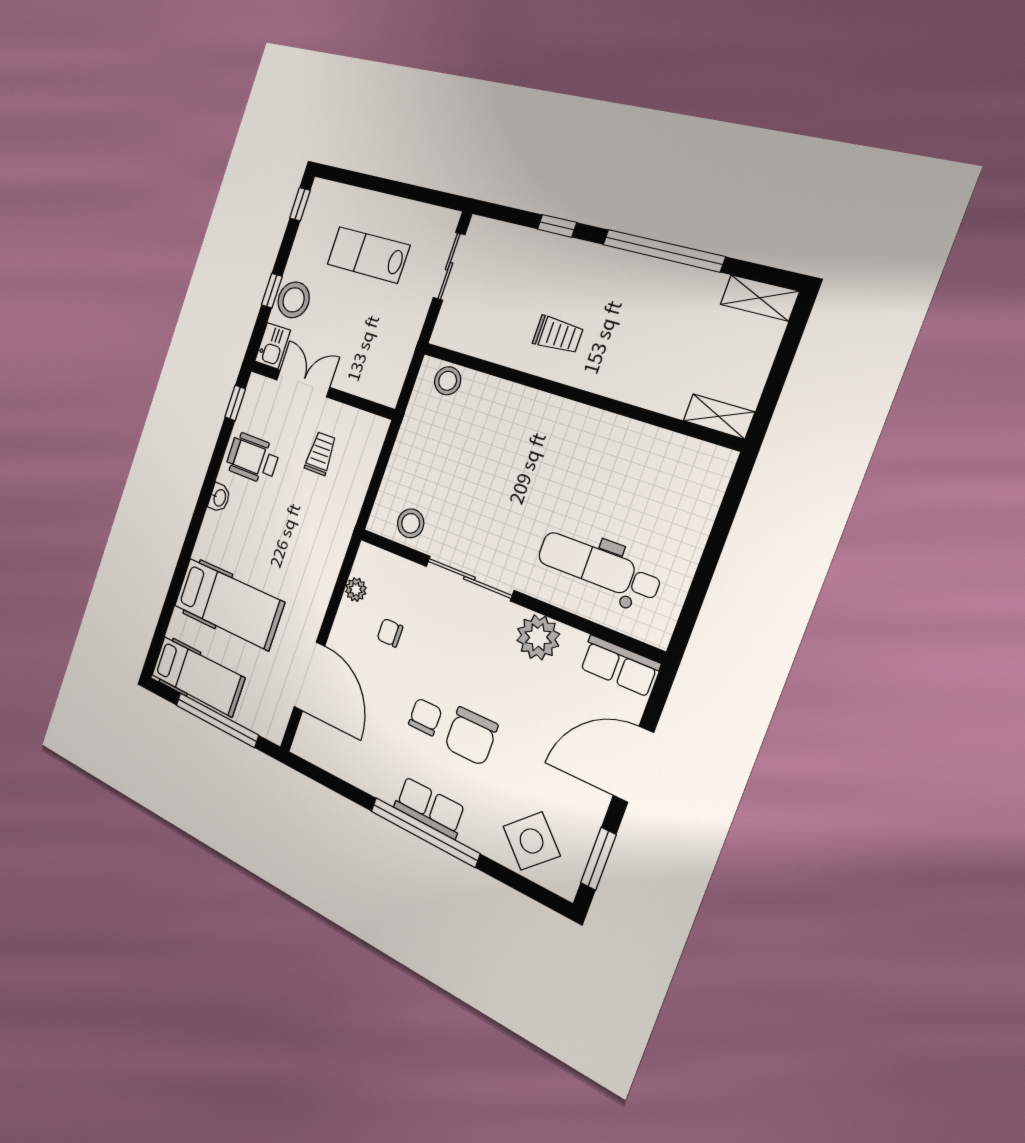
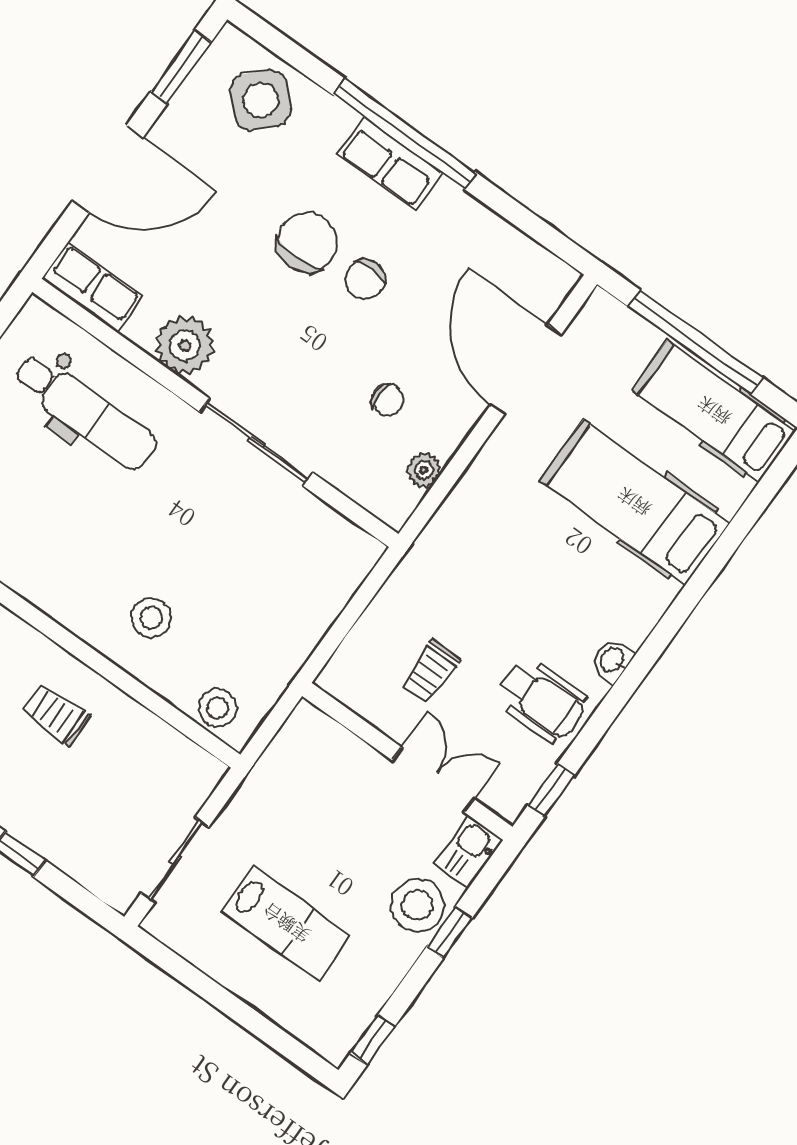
double door: (303, 384) -> (433, 780), swing flipped
stool: (411, 523) -> (151, 618), moved

